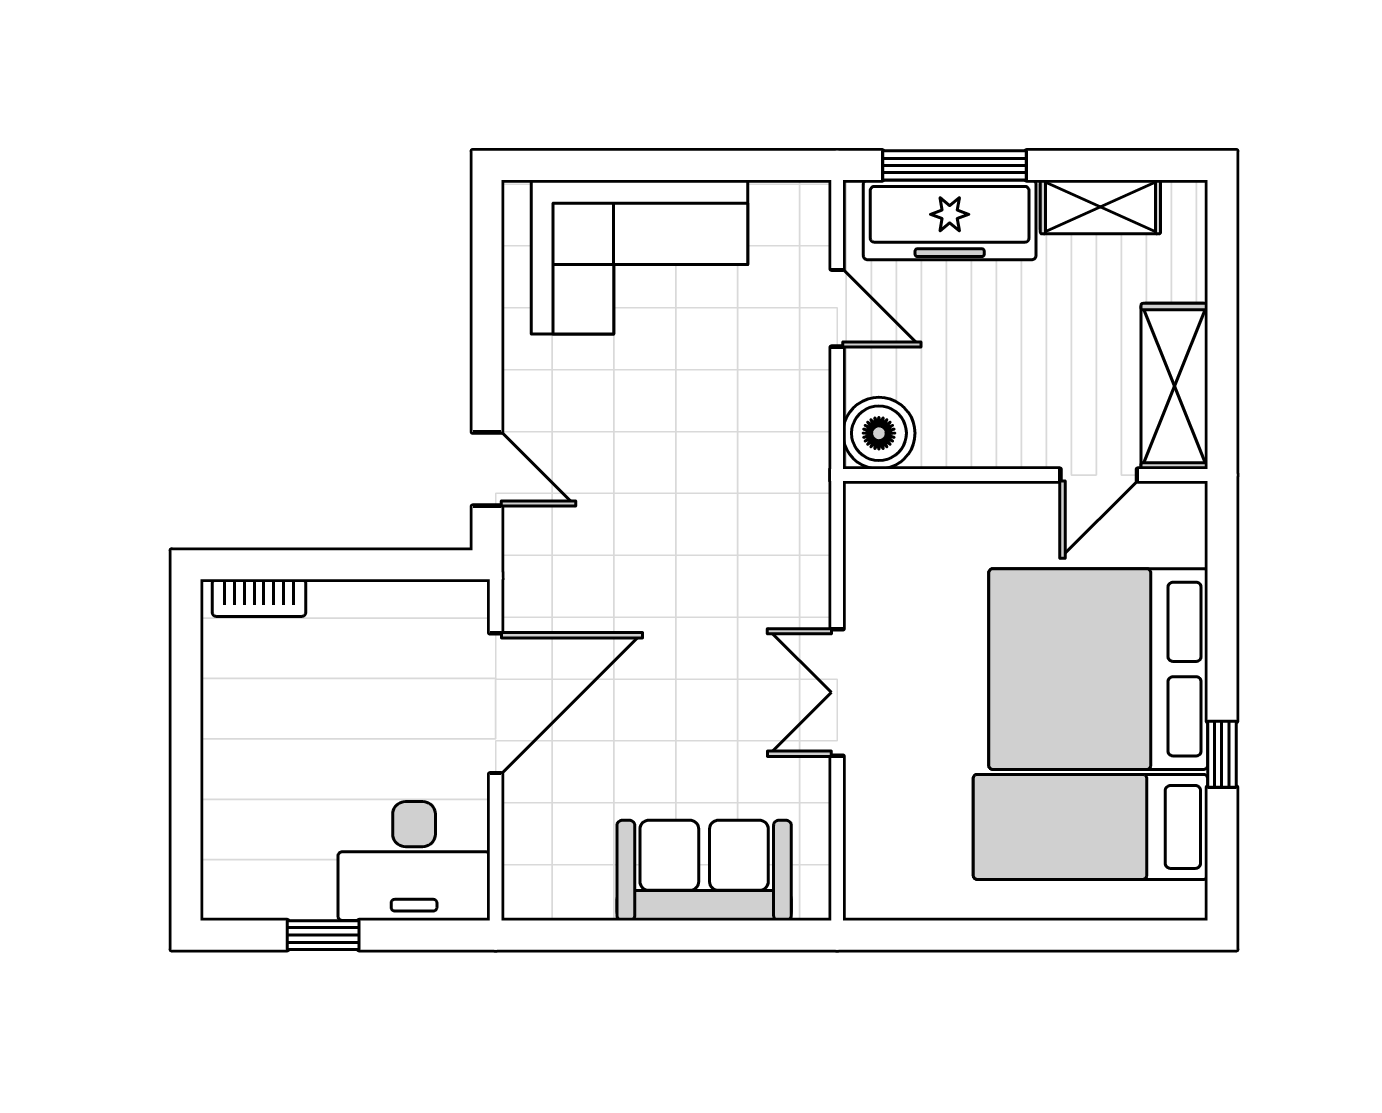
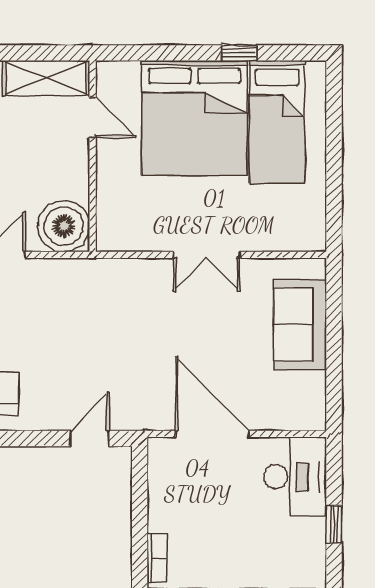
boiler: (879, 433) -> (64, 226), width x1.37, depth x1.37

